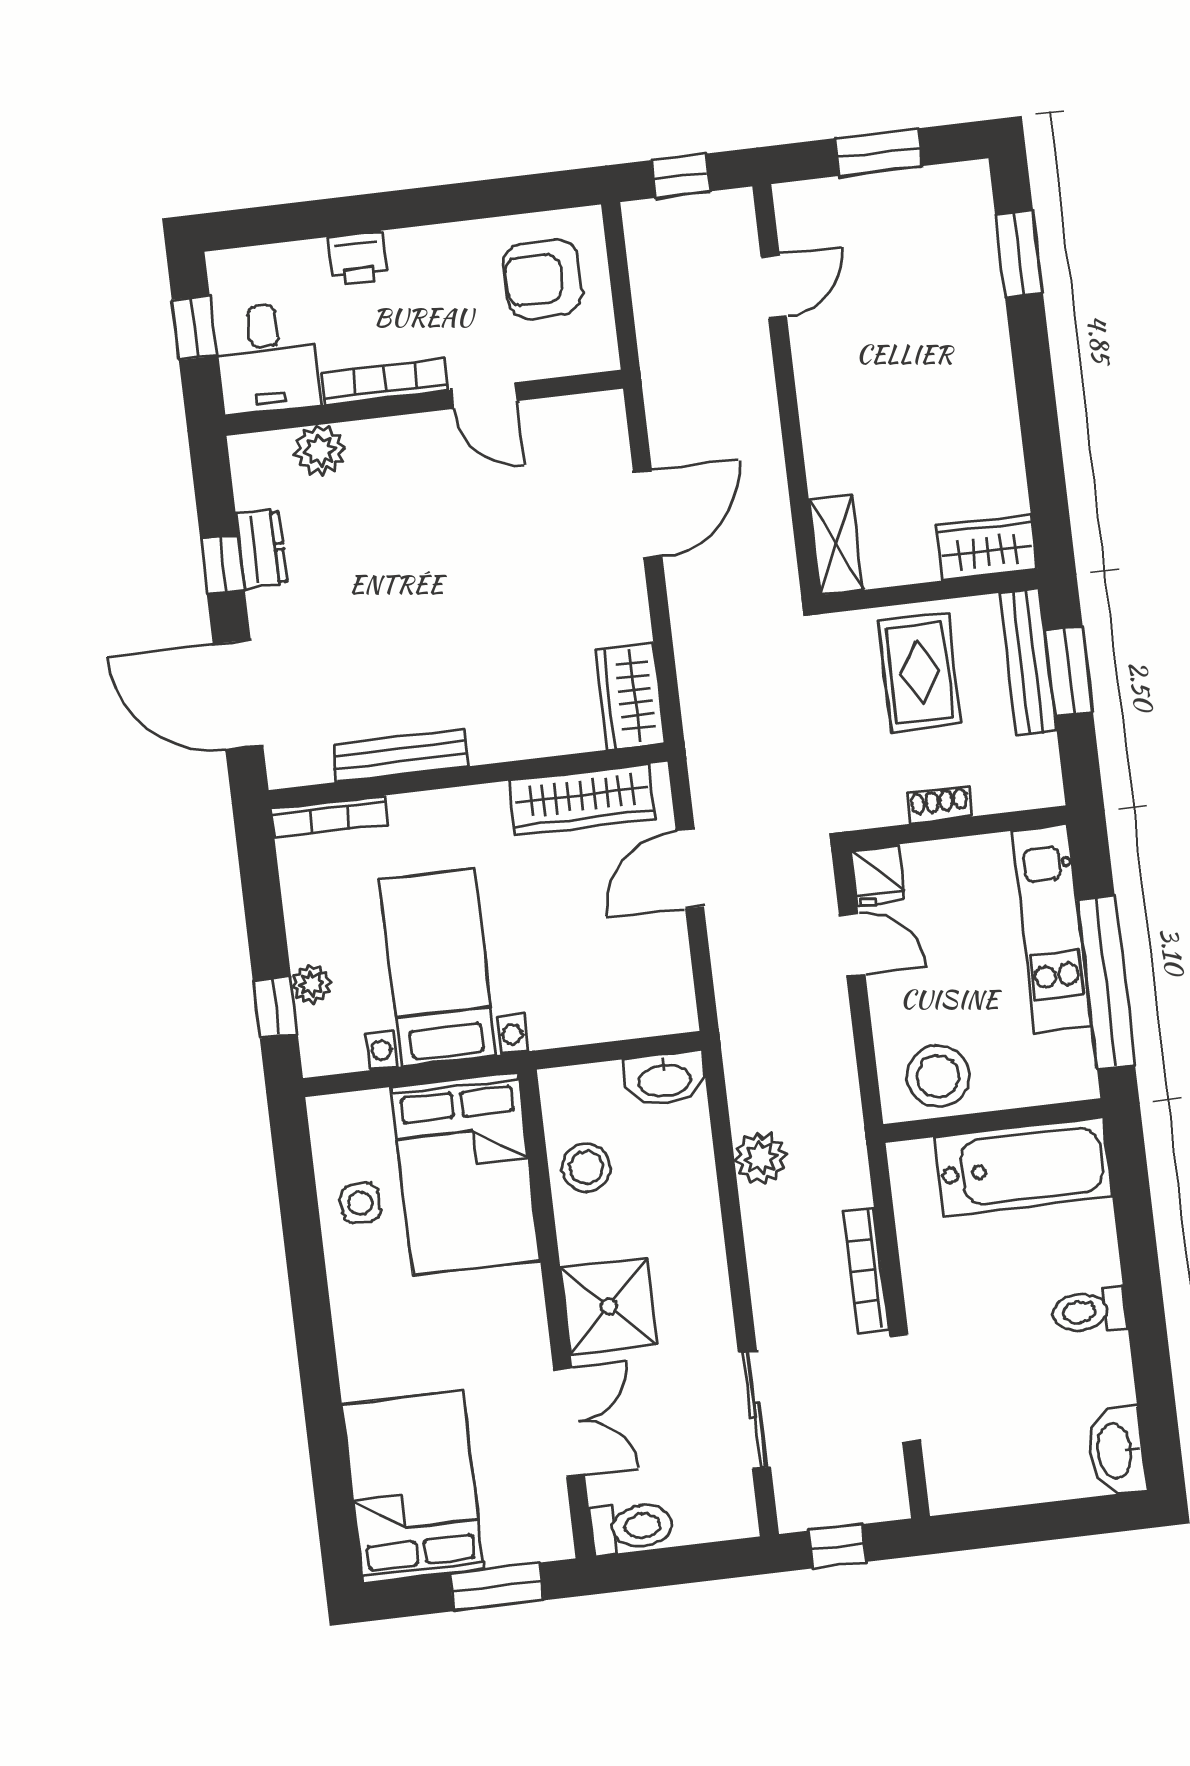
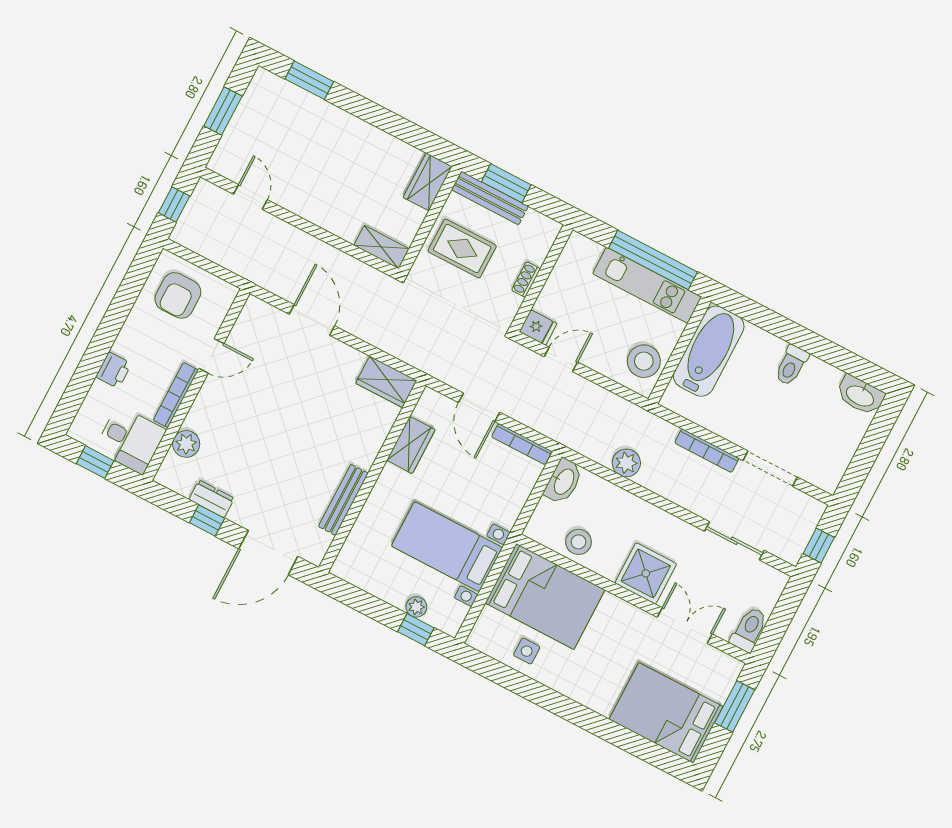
wardrobe: (582, 800) -> (411, 445), width x0.67
bookcase: (329, 817) -> (522, 444), moved, turned 90
kitchen unit: (1051, 929) -> (647, 285), moved

